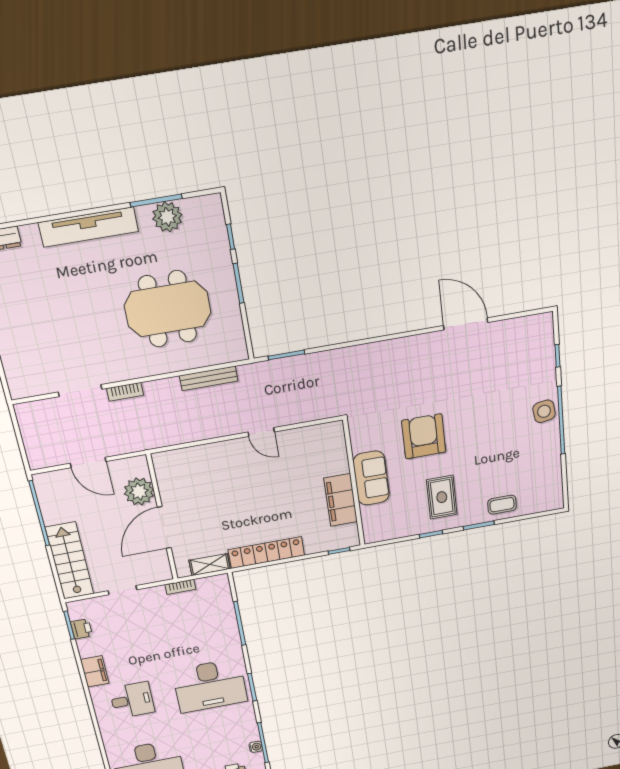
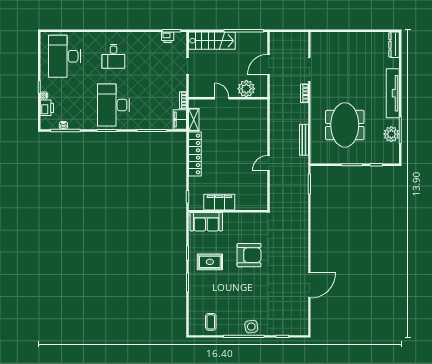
sofa: (371, 478) -> (206, 222), moved
coffee table: (502, 505) -> (211, 322), moved
door: (164, 528) -> (222, 98), width x0.53
filing cabinet: (95, 671) -> (180, 119), moved, turned 90

